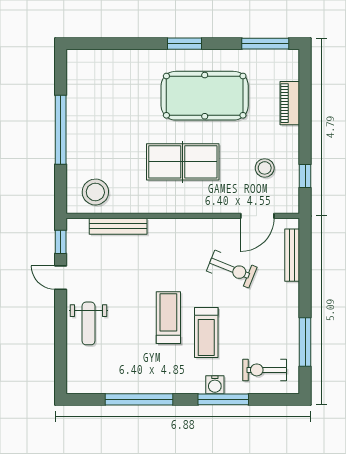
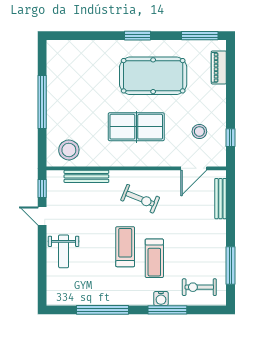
piano: (290, 103) -> (219, 67), moved
exercise bike: (232, 269) -> (140, 199), moved

